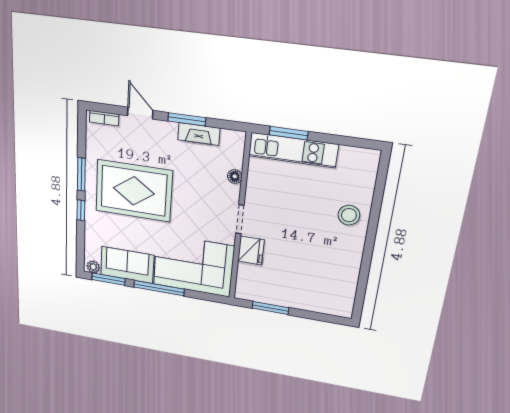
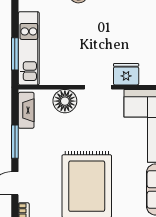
fireplace: (199, 134) -> (26, 110), moved
floor lamp: (235, 176) -> (65, 101), width x1.89, depth x1.89

